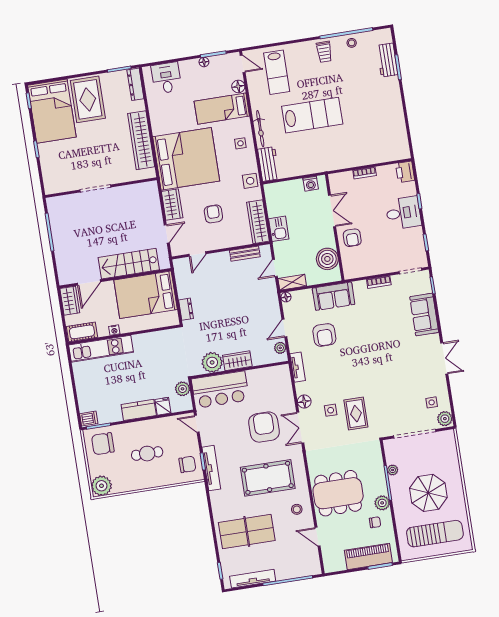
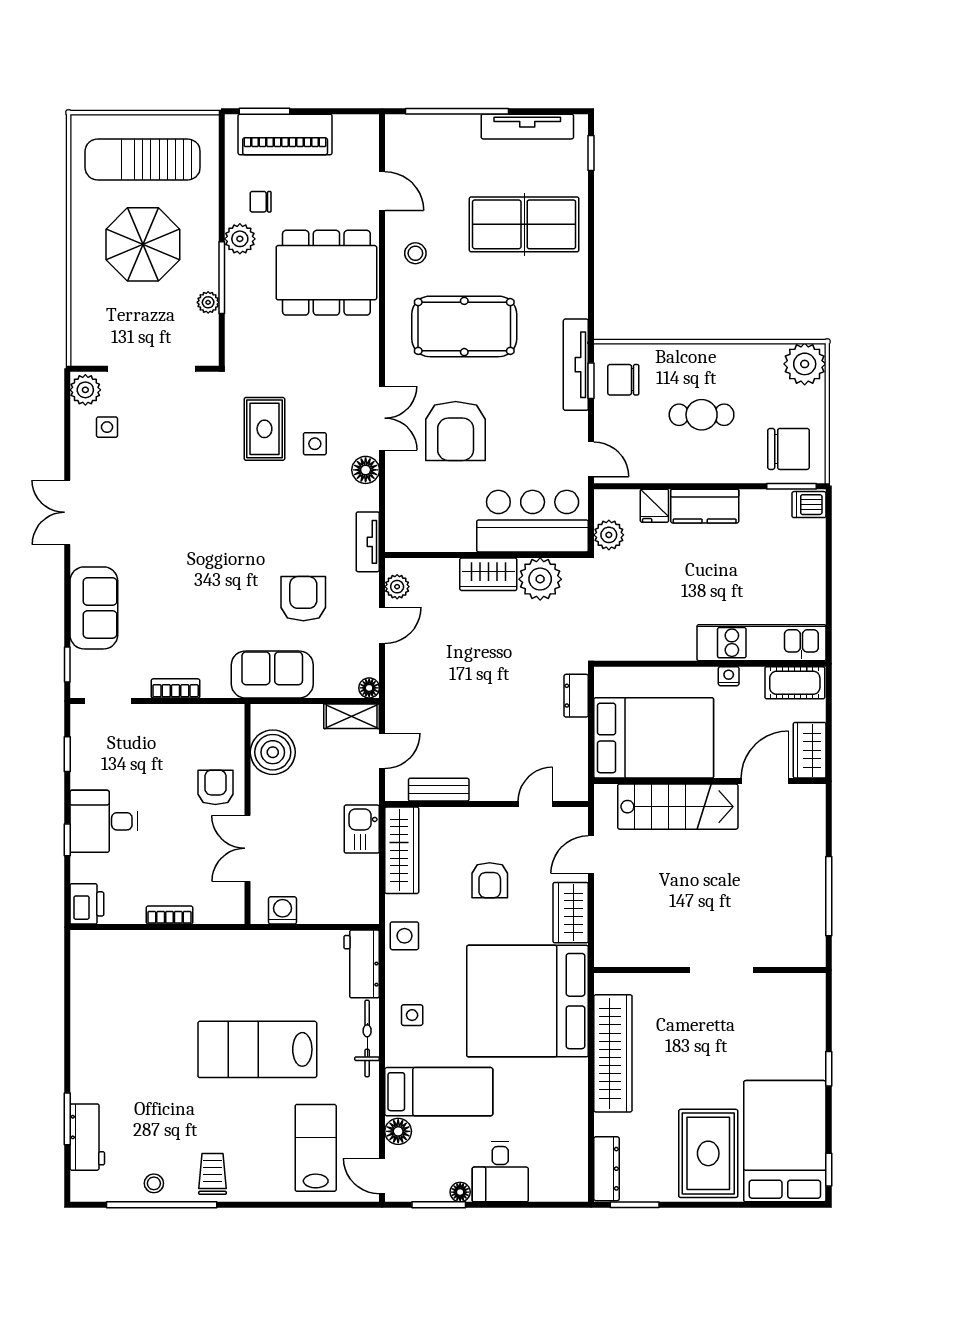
desk: (166, 78) -> (500, 1172), moved

